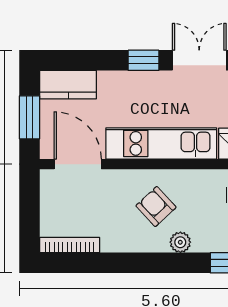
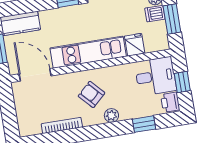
bookcase: (70, 245) -> (62, 125), moved

